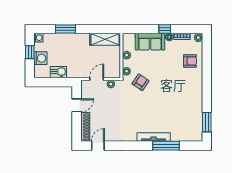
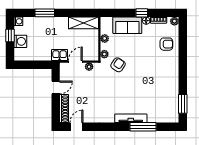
kitchen sink: (58, 72) -> (60, 55), moved

